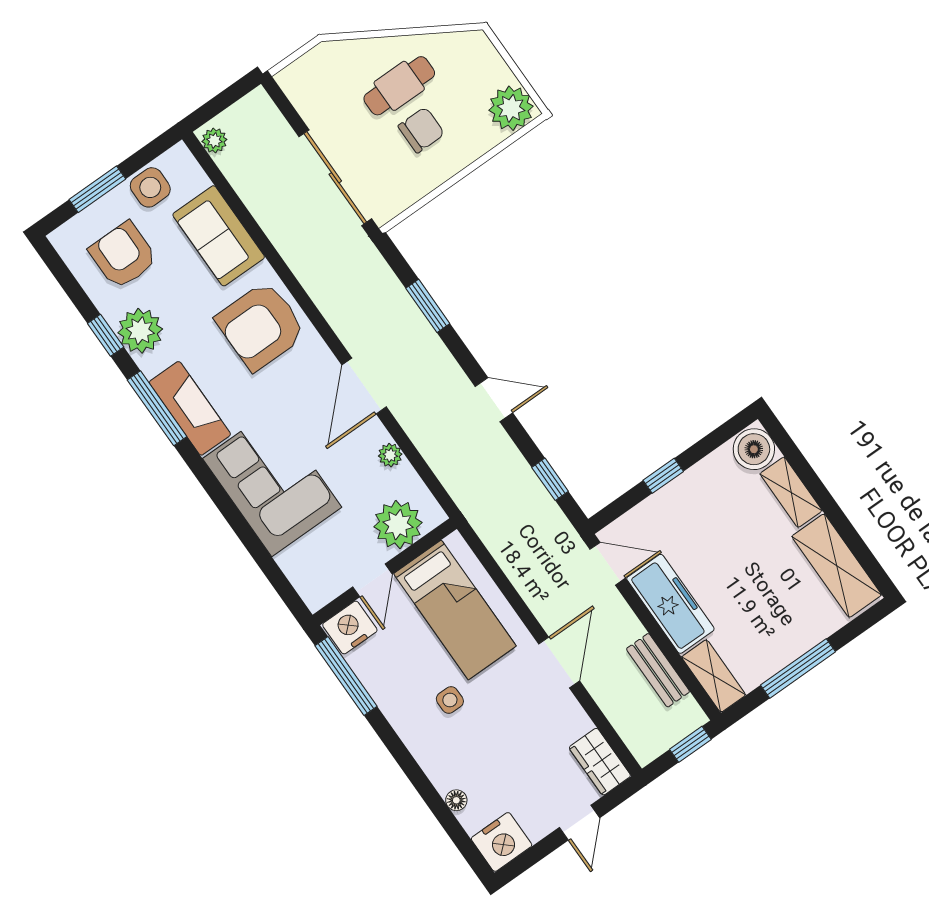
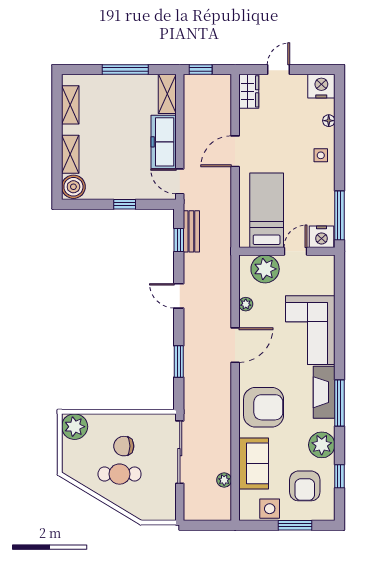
plant: (214, 140) -> (224, 480), moved
window: (106, 335) -> (339, 476), moved
shelving: (837, 566) -> (70, 105), width x0.67, depth x0.75
bench: (658, 670) -> (191, 231), moved
side table: (450, 700) -> (321, 155), moved

